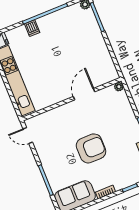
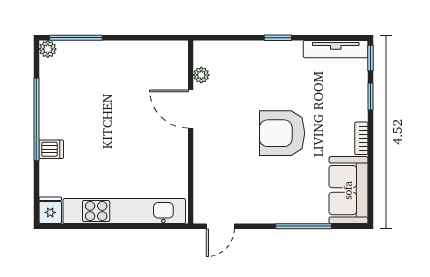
plant: (119, 87) -> (201, 75), moved
armchair: (91, 148) -> (282, 133), turned -90

